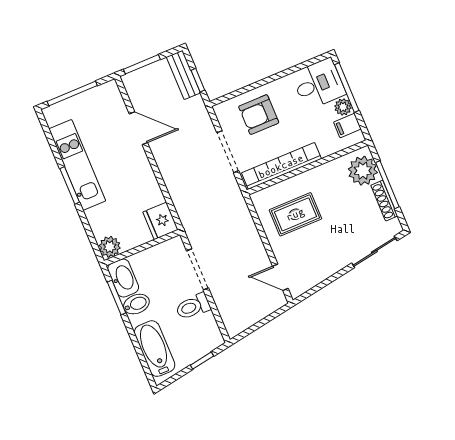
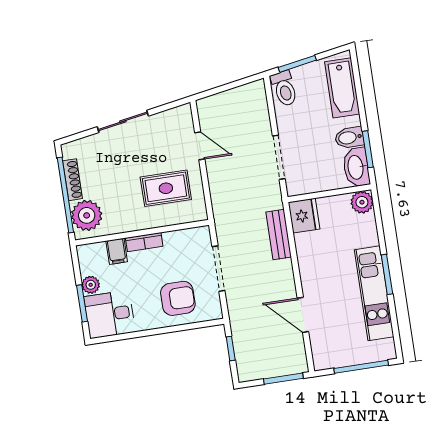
bench: (183, 75) -> (279, 235), moved
window: (347, 88) -> (82, 303), width x0.69
filing cabinet: (347, 126) -> (117, 251), moved, turned 90
bookcase: (281, 166) -> (144, 242), width x0.43, depth x0.76
window: (387, 185) -> (65, 195), width x1.46
sliding door: (374, 252) -> (123, 121), moved
door: (280, 277) -> (200, 146), moved
toilet: (193, 307) -> (284, 89), moved, turned 80
window: (202, 361) -> (297, 64), width x1.50

